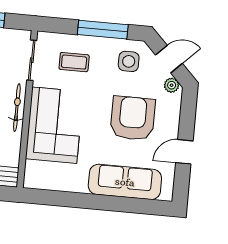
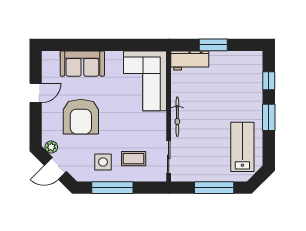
side table: (129, 61) -> (103, 162), moved
corner sofa: (54, 125) -> (145, 81), moved
sofa: (125, 182) -> (82, 64), width x0.73

